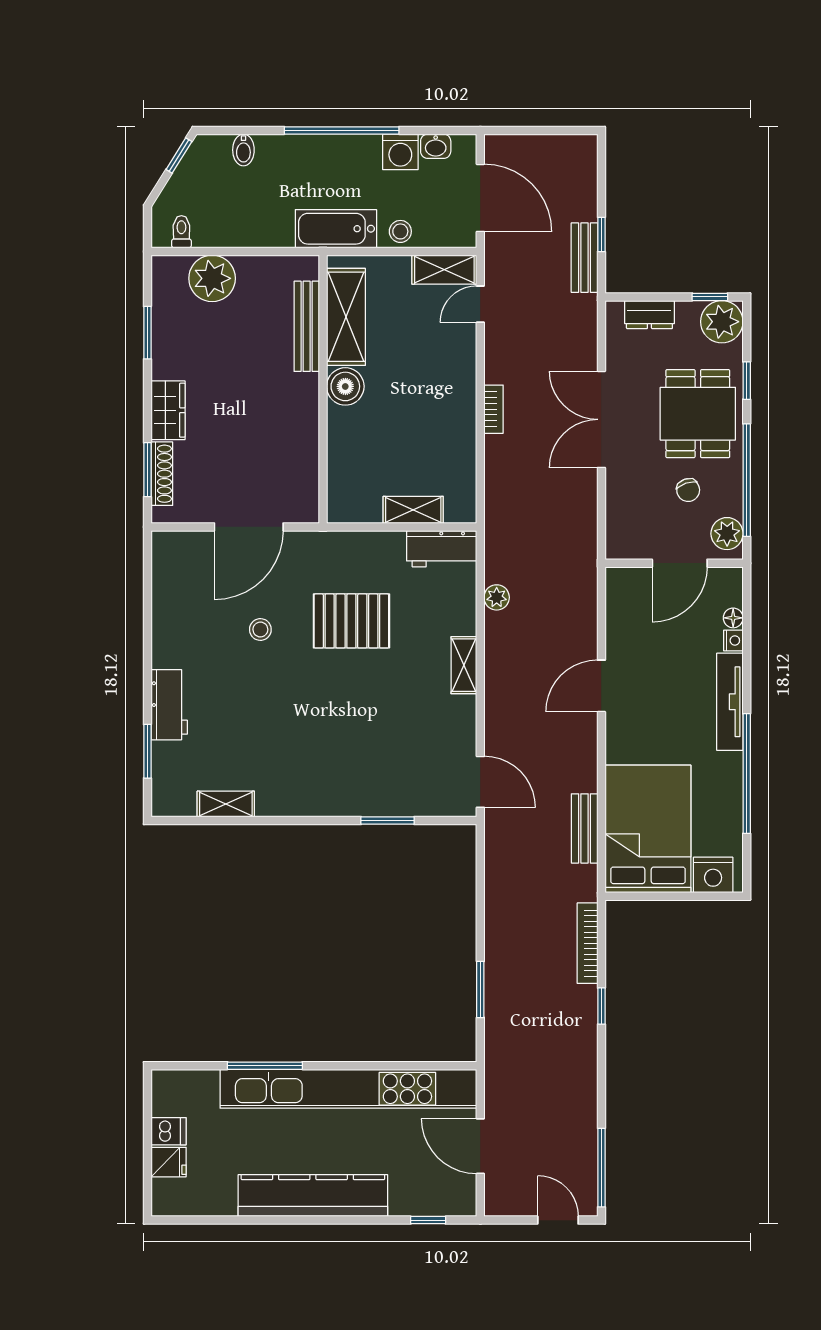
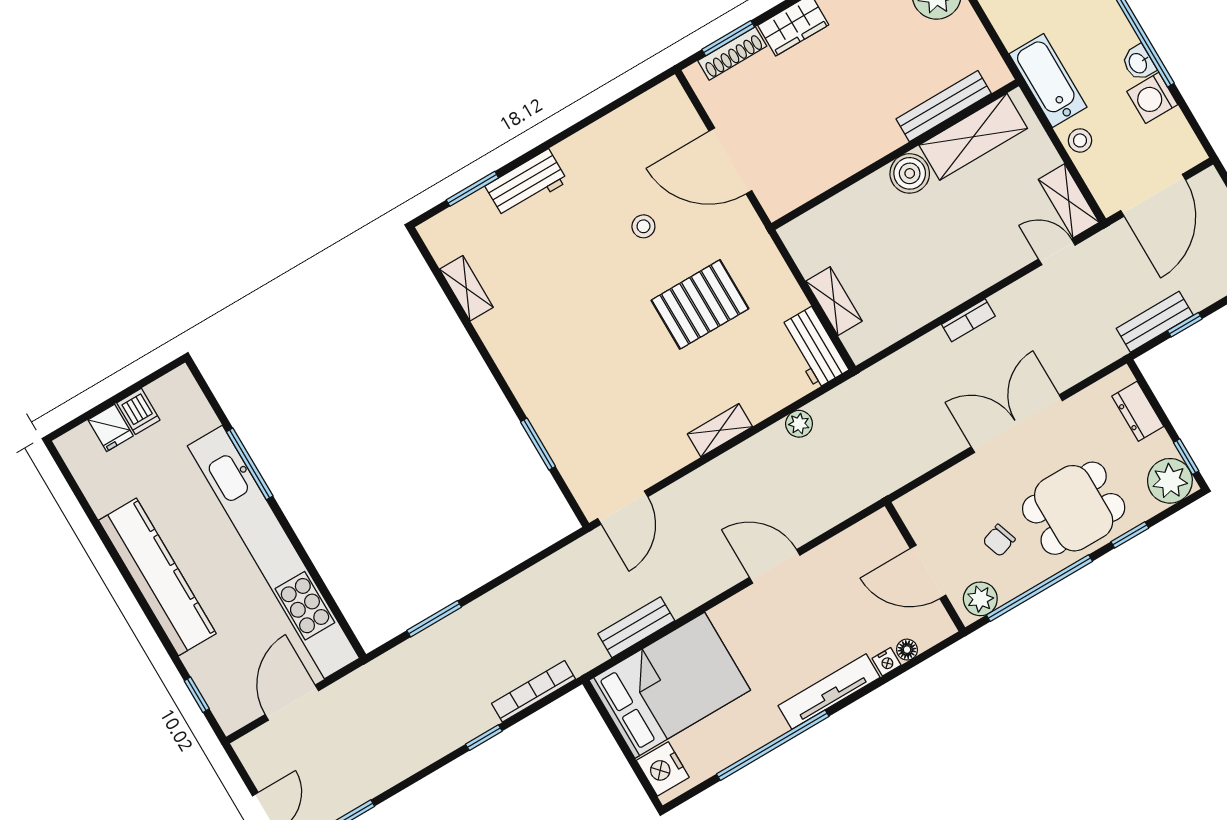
washbasin: (436, 146) -> (1138, 63), moved
pallet: (351, 621) -> (700, 304), turned 90

